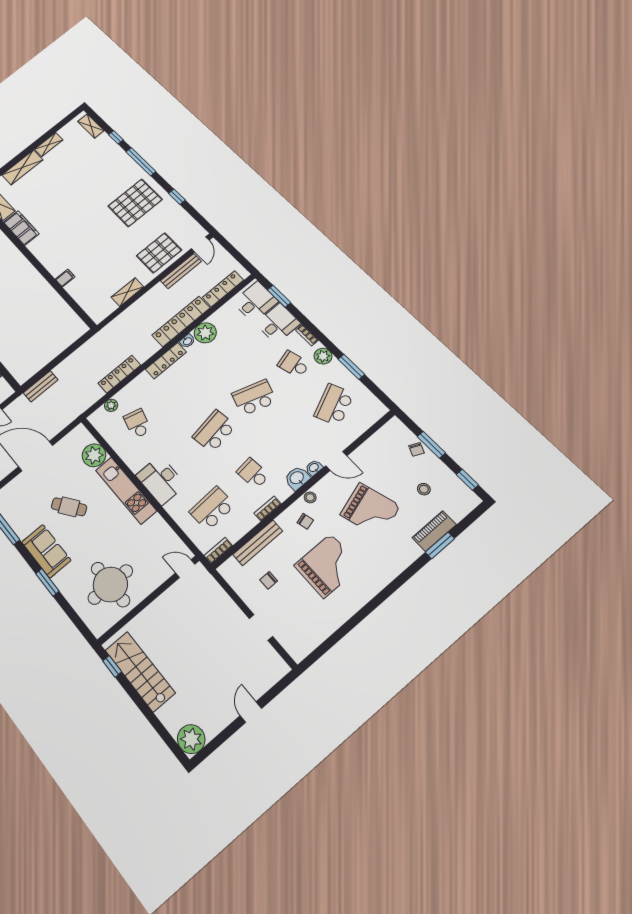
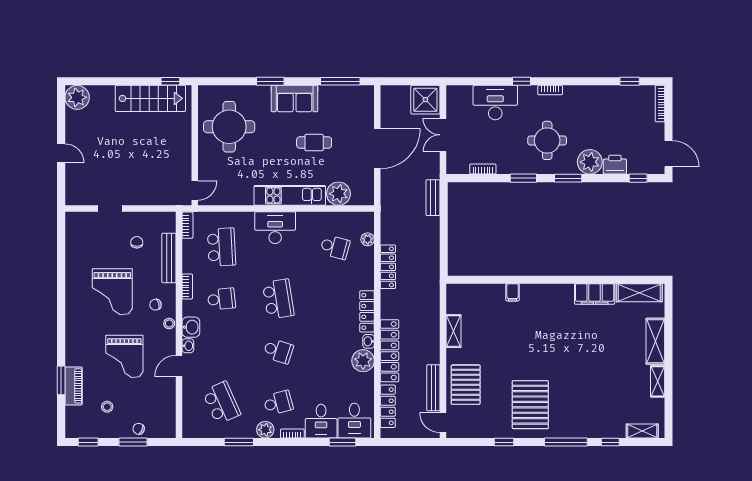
school desk: (254, 398) -> (278, 351), width x0.54
cafe table: (69, 507) -> (314, 143), turned 36
grand piano: (370, 510) -> (124, 356), turned -73

